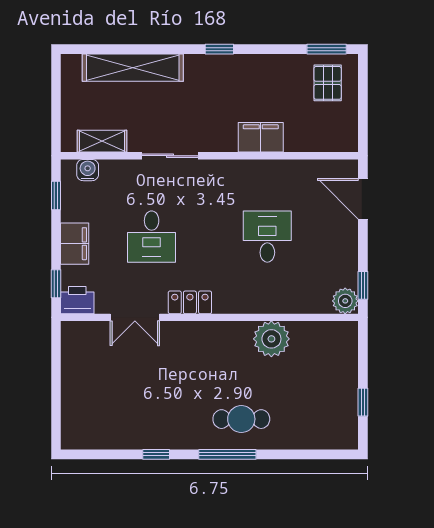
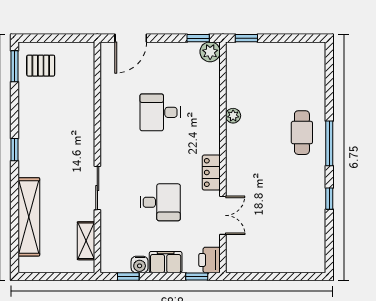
filing cabinet: (261, 137) -> (83, 117), removed
water cooler: (88, 170) -> (140, 264), moved, turned -90
plant: (271, 339) -> (233, 116), width x0.53, depth x0.53
window: (363, 402) -> (246, 38), moved

